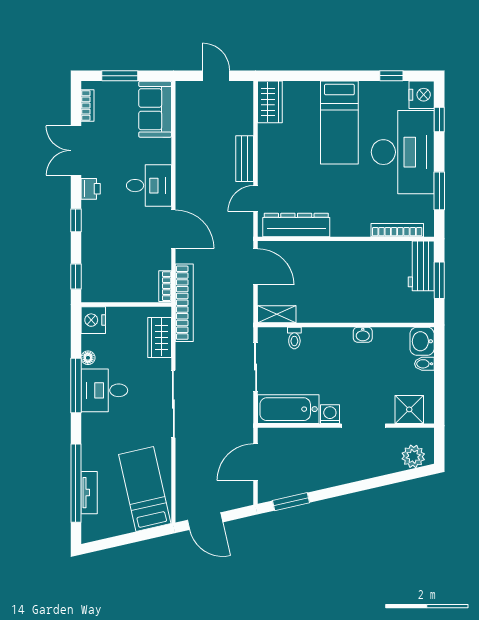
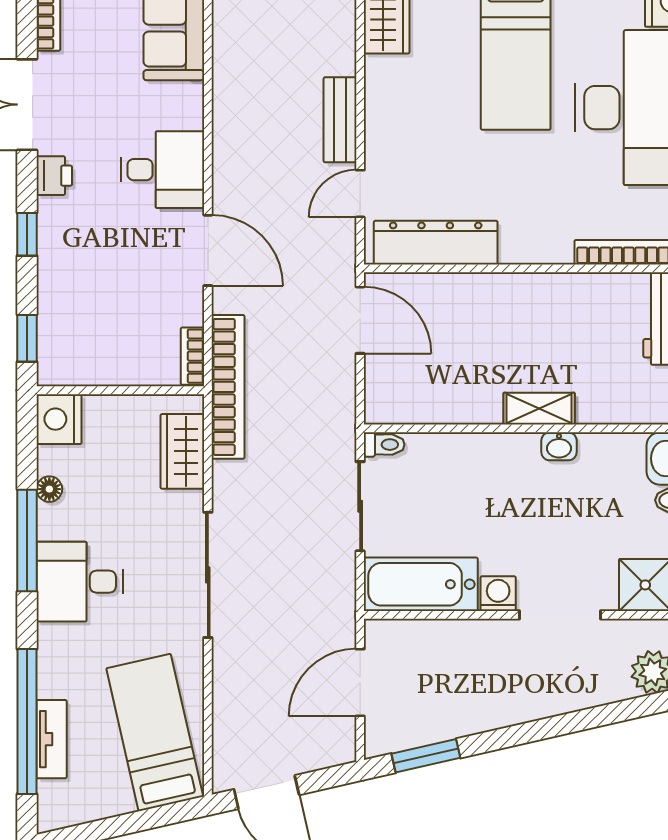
shelving: (277, 314) -> (539, 409), moved
toilet: (294, 338) -> (384, 445), moved, turned -90
desk: (104, 390) -> (80, 582), moved

